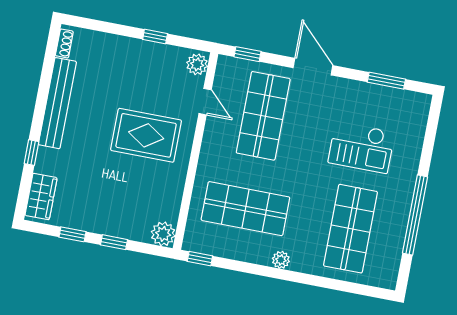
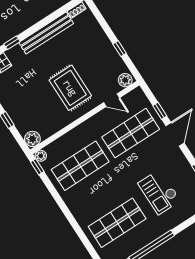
window: (248, 54) -> (160, 111), moved
door: (205, 102) -> (112, 100), hinge flipped
shop shelf: (245, 209) -> (80, 166), turned 90
plant: (281, 260) -> (41, 156), moved

